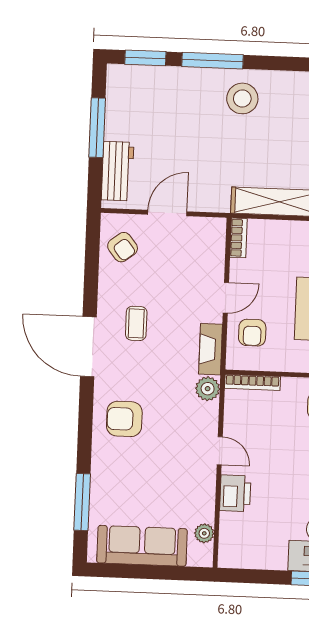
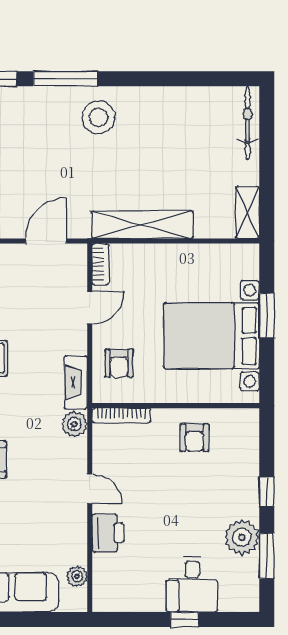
door: (167, 213) -> (46, 241), moved
door: (226, 298) -> (90, 308), moved

